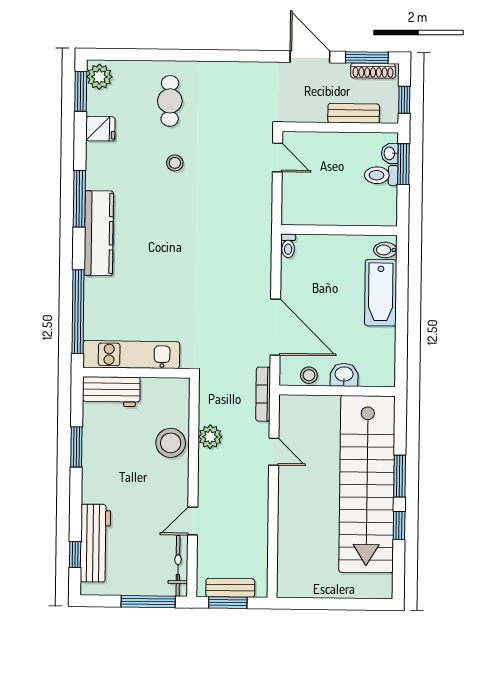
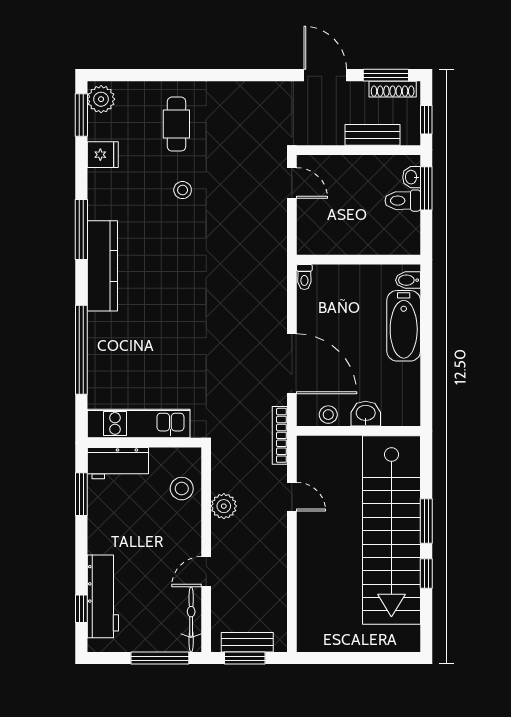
kitchen unit: (131, 355) -> (139, 423), moved
wall: (136, 373) -> (144, 443), moved
workbench: (111, 392) -> (118, 463), moved
plant: (210, 437) -> (224, 506), moved
stool: (171, 443) -> (182, 489), width x0.73, depth x0.73

